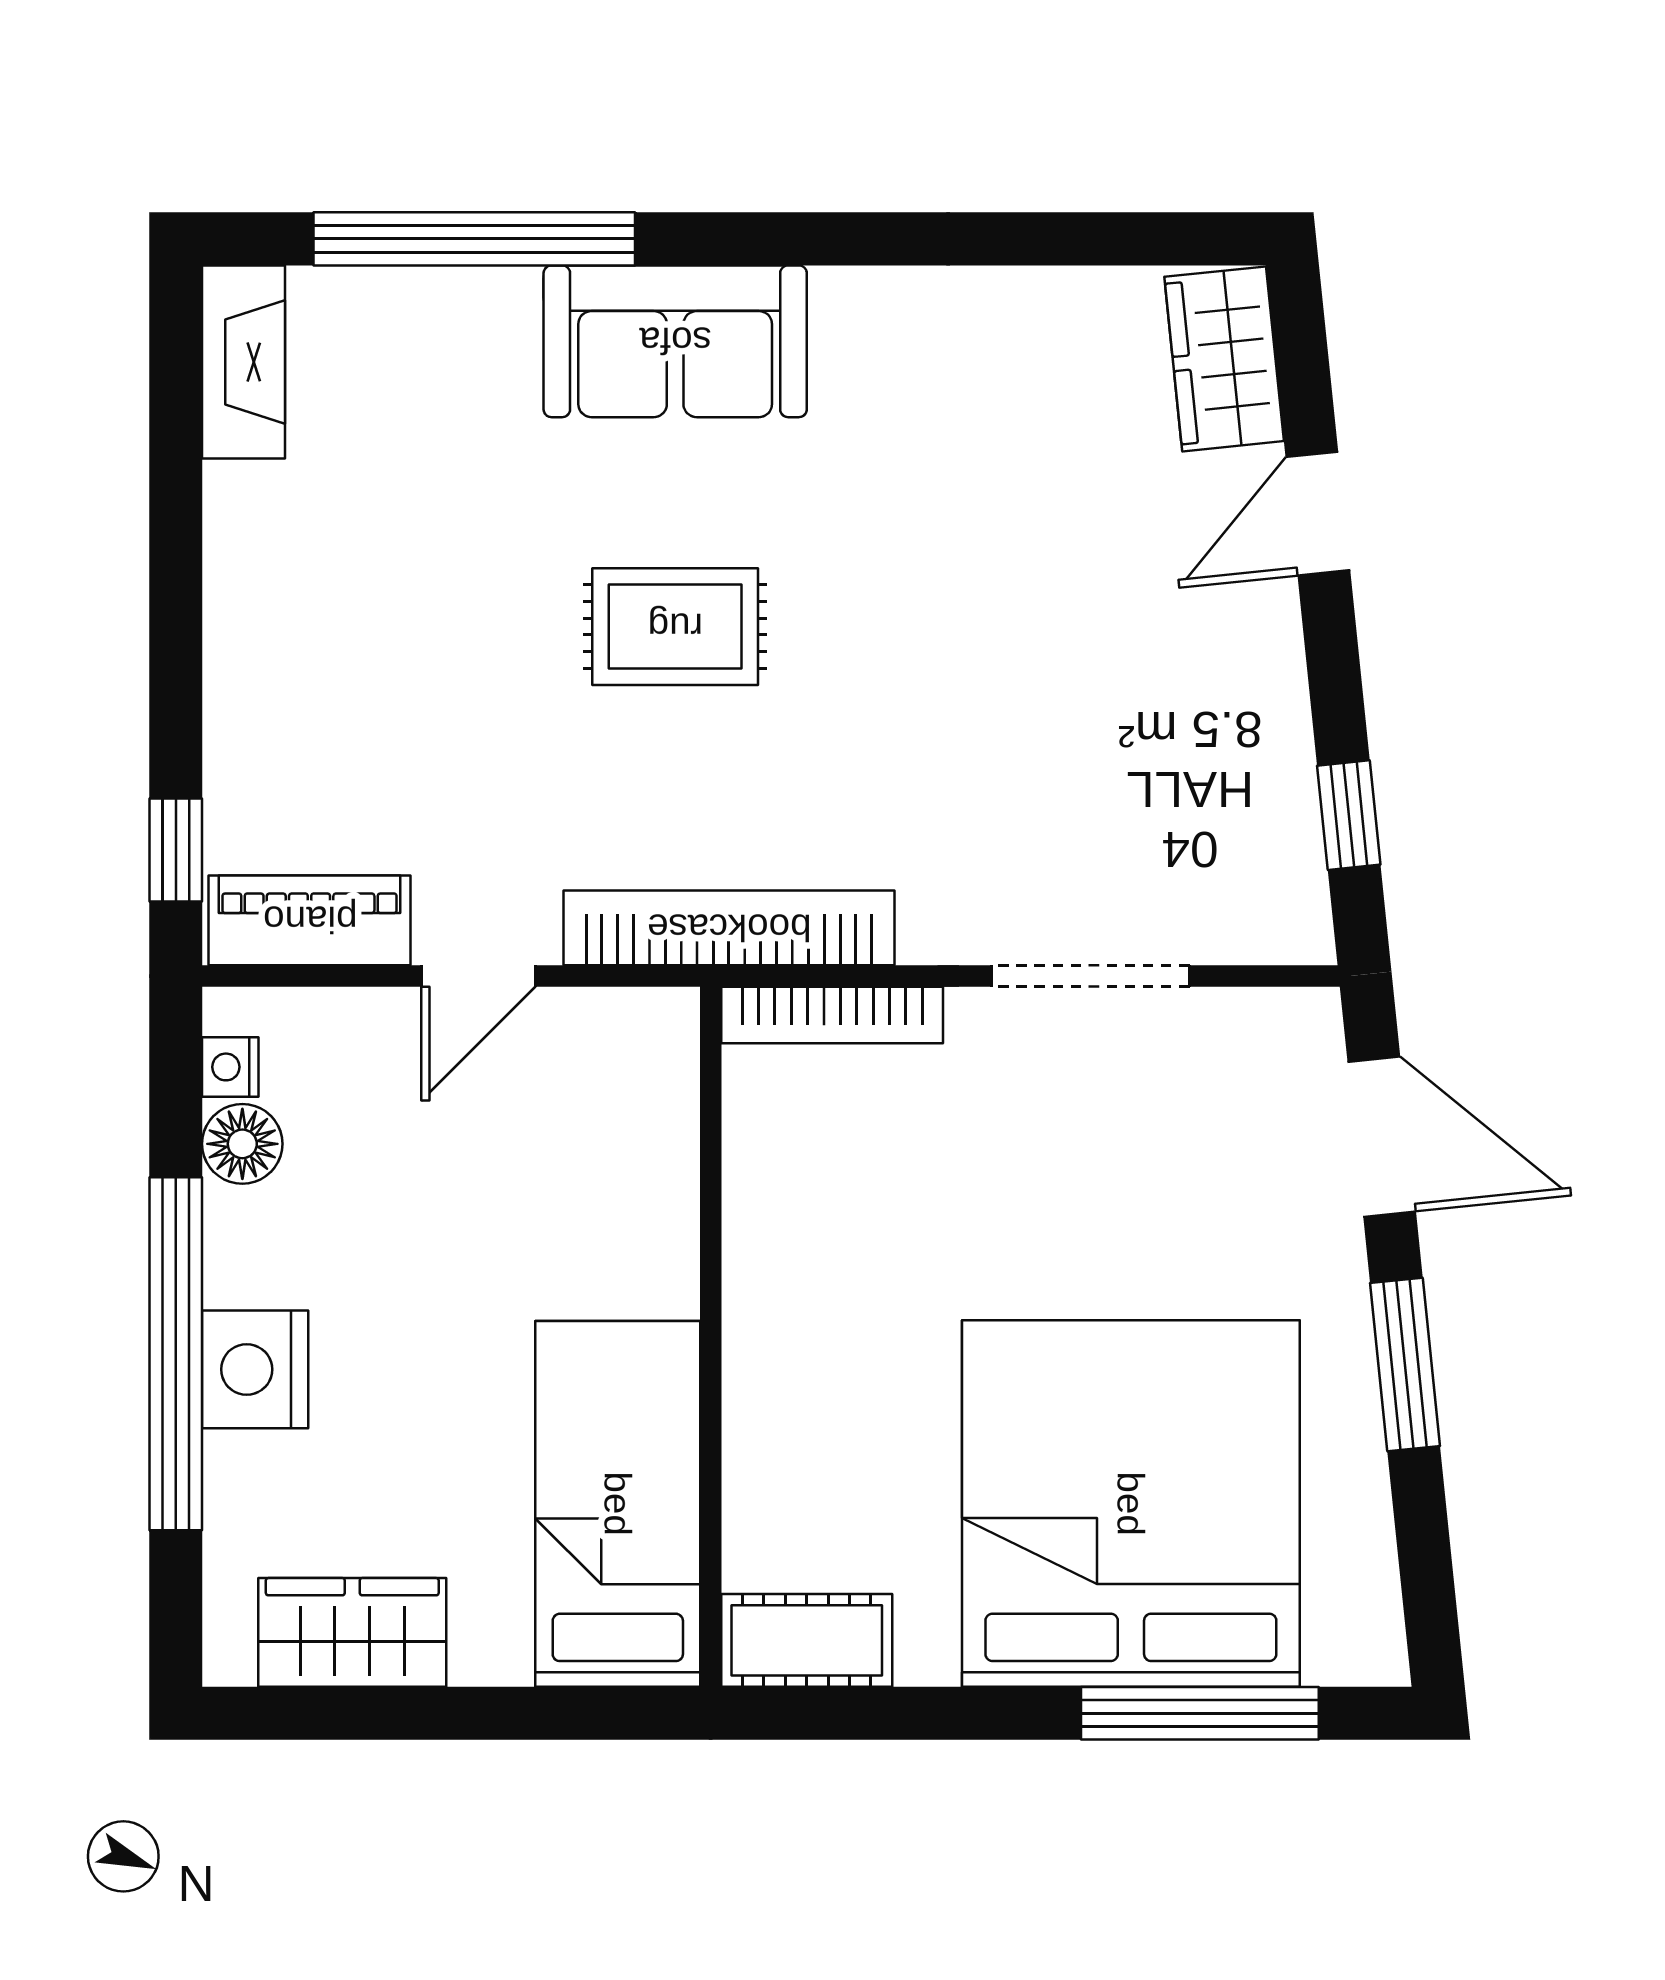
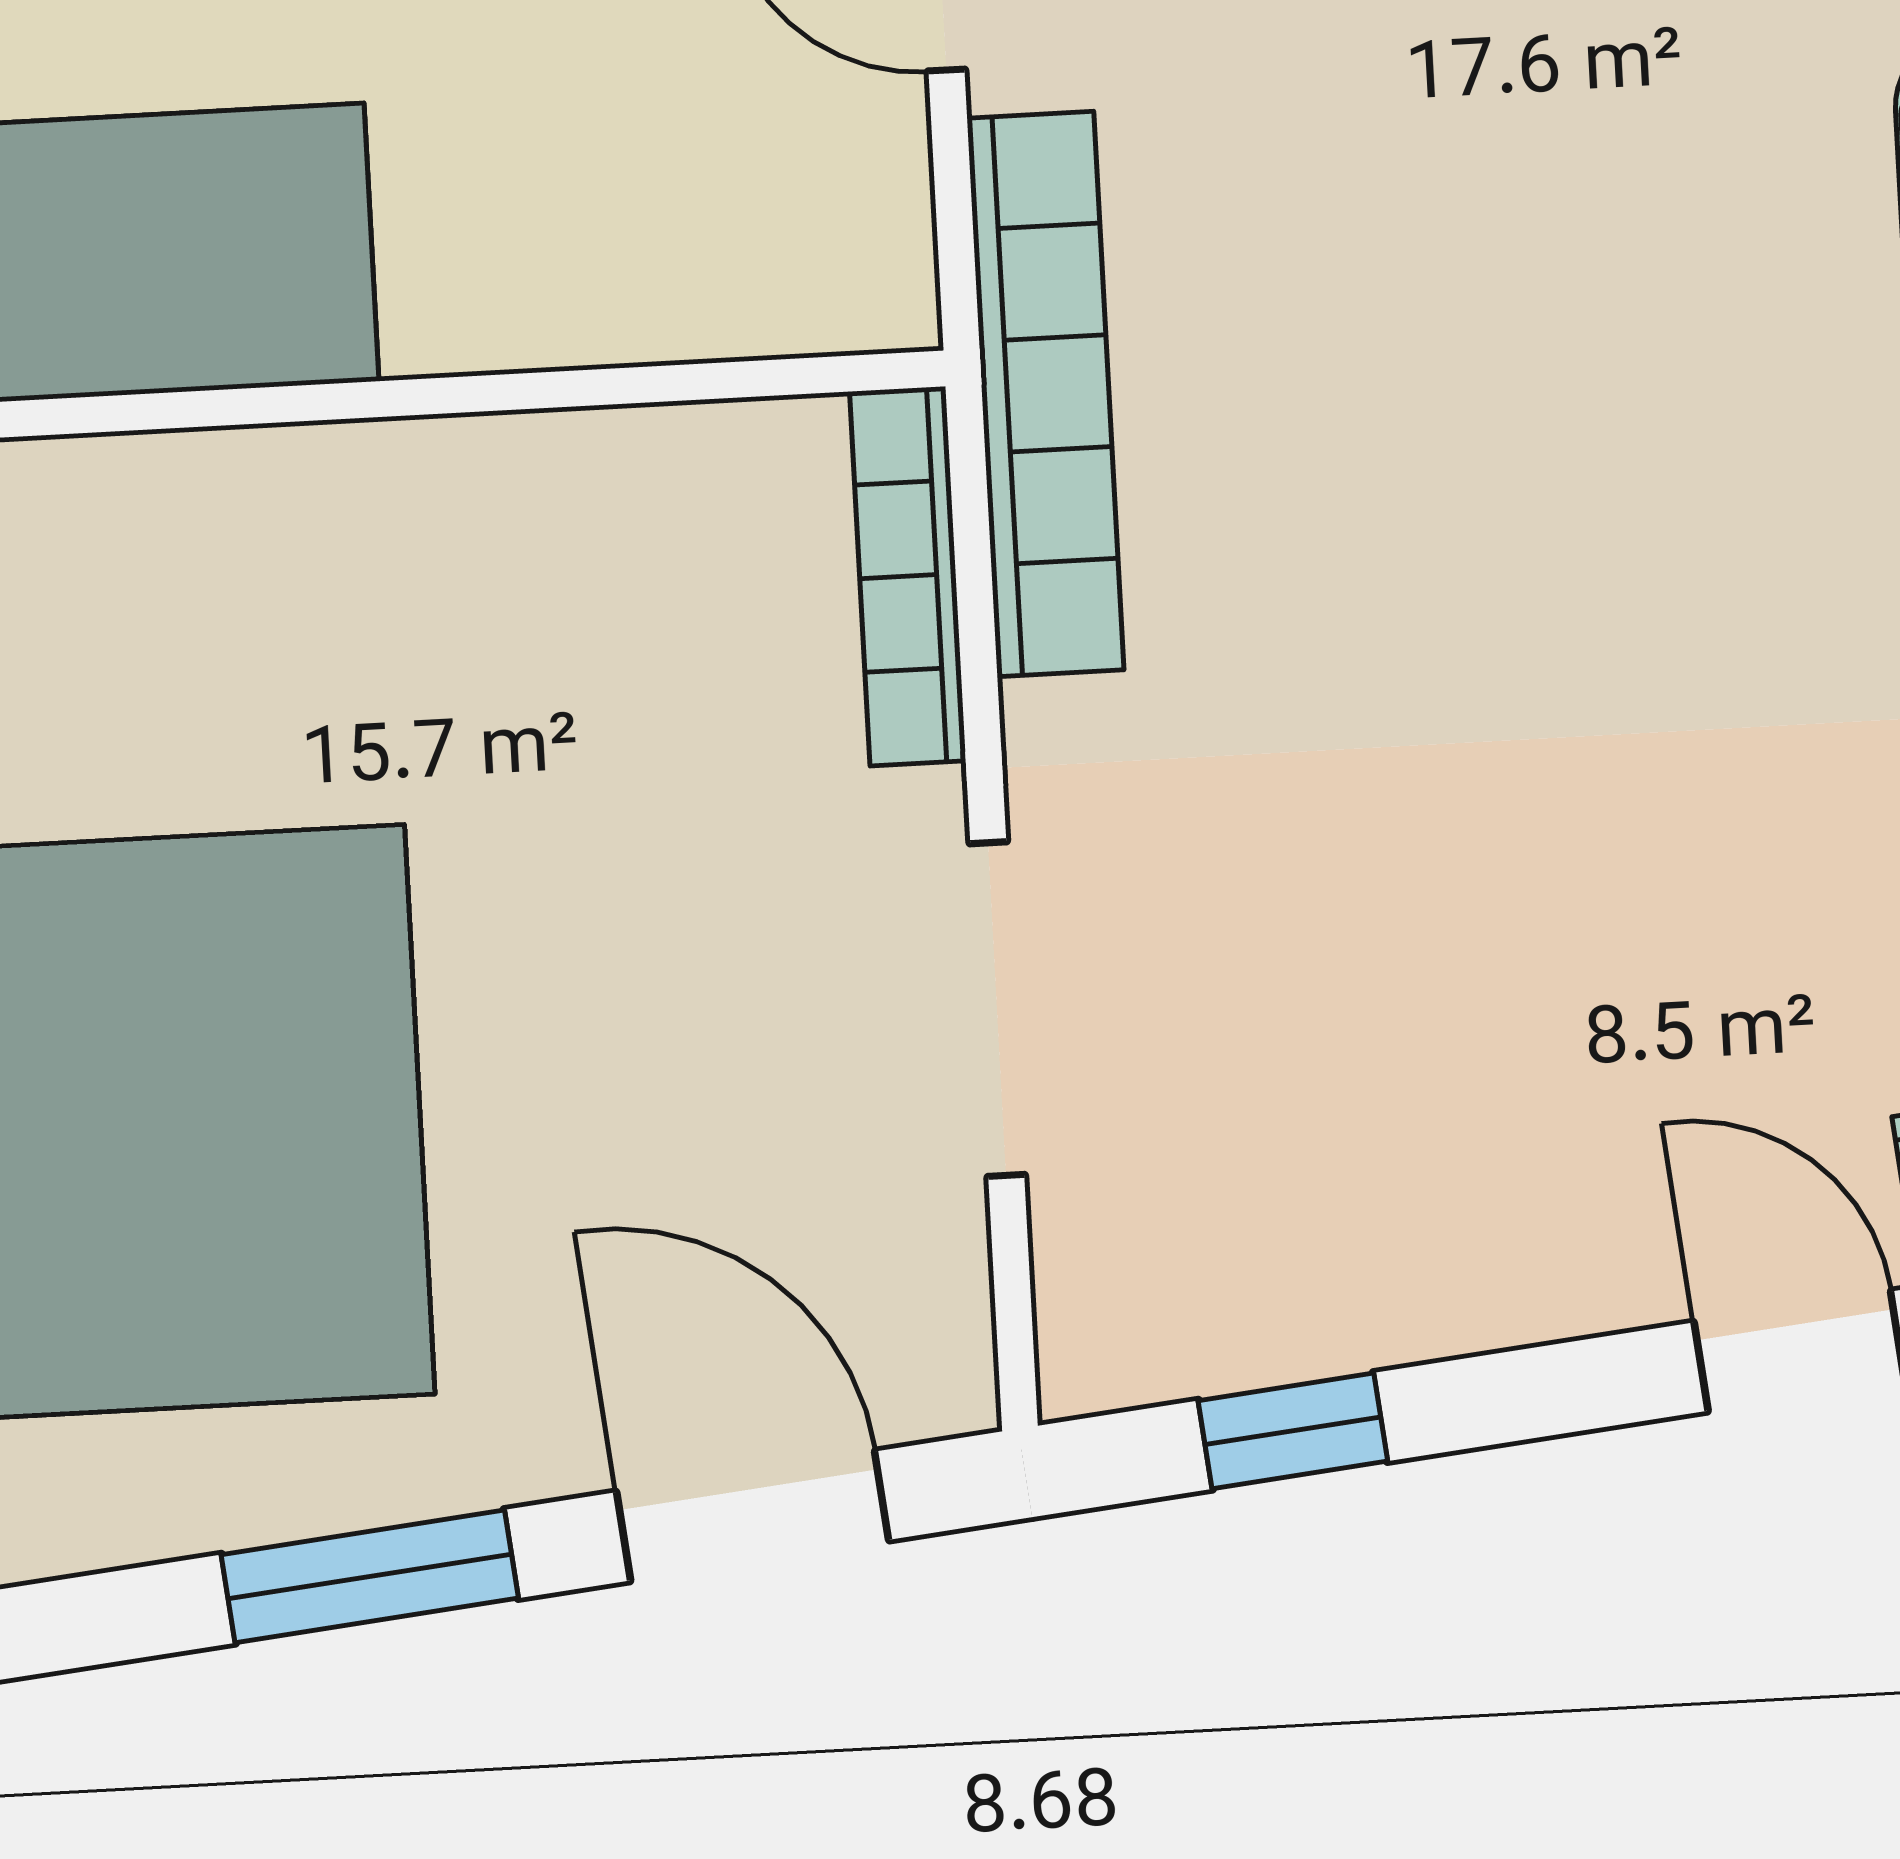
rug: (675, 627) -> (1550, 275), removed
door: (1382, 1137) -> (753, 1516), swing flipped

